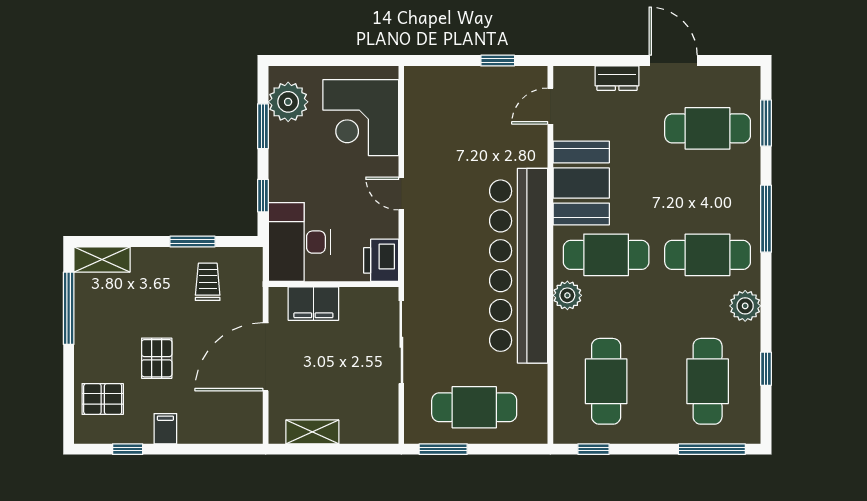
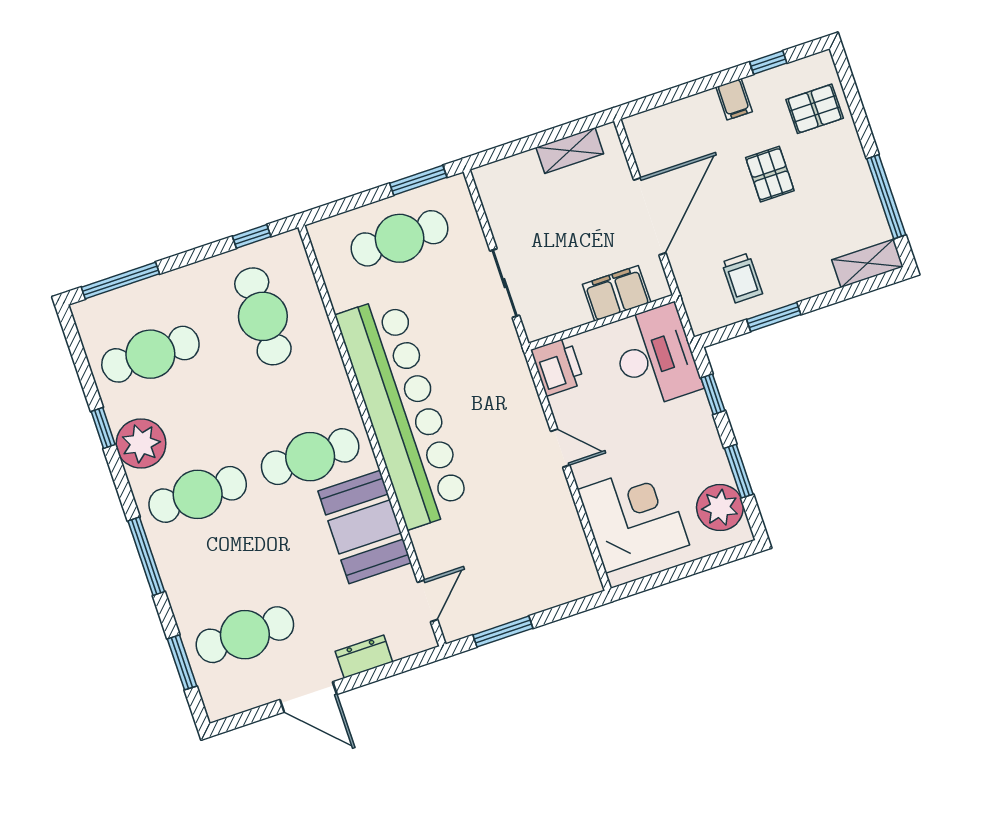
window: (498, 61) -> (503, 632), width x1.50
plant: (567, 295) -> (338, 397), removed
plant: (745, 306) -> (141, 444), width x1.36, depth x1.36
sliding door: (401, 342) -> (505, 283), width x0.73
window: (766, 369) -> (103, 428), moved
cafe table: (708, 381) -> (150, 354), turned 90

